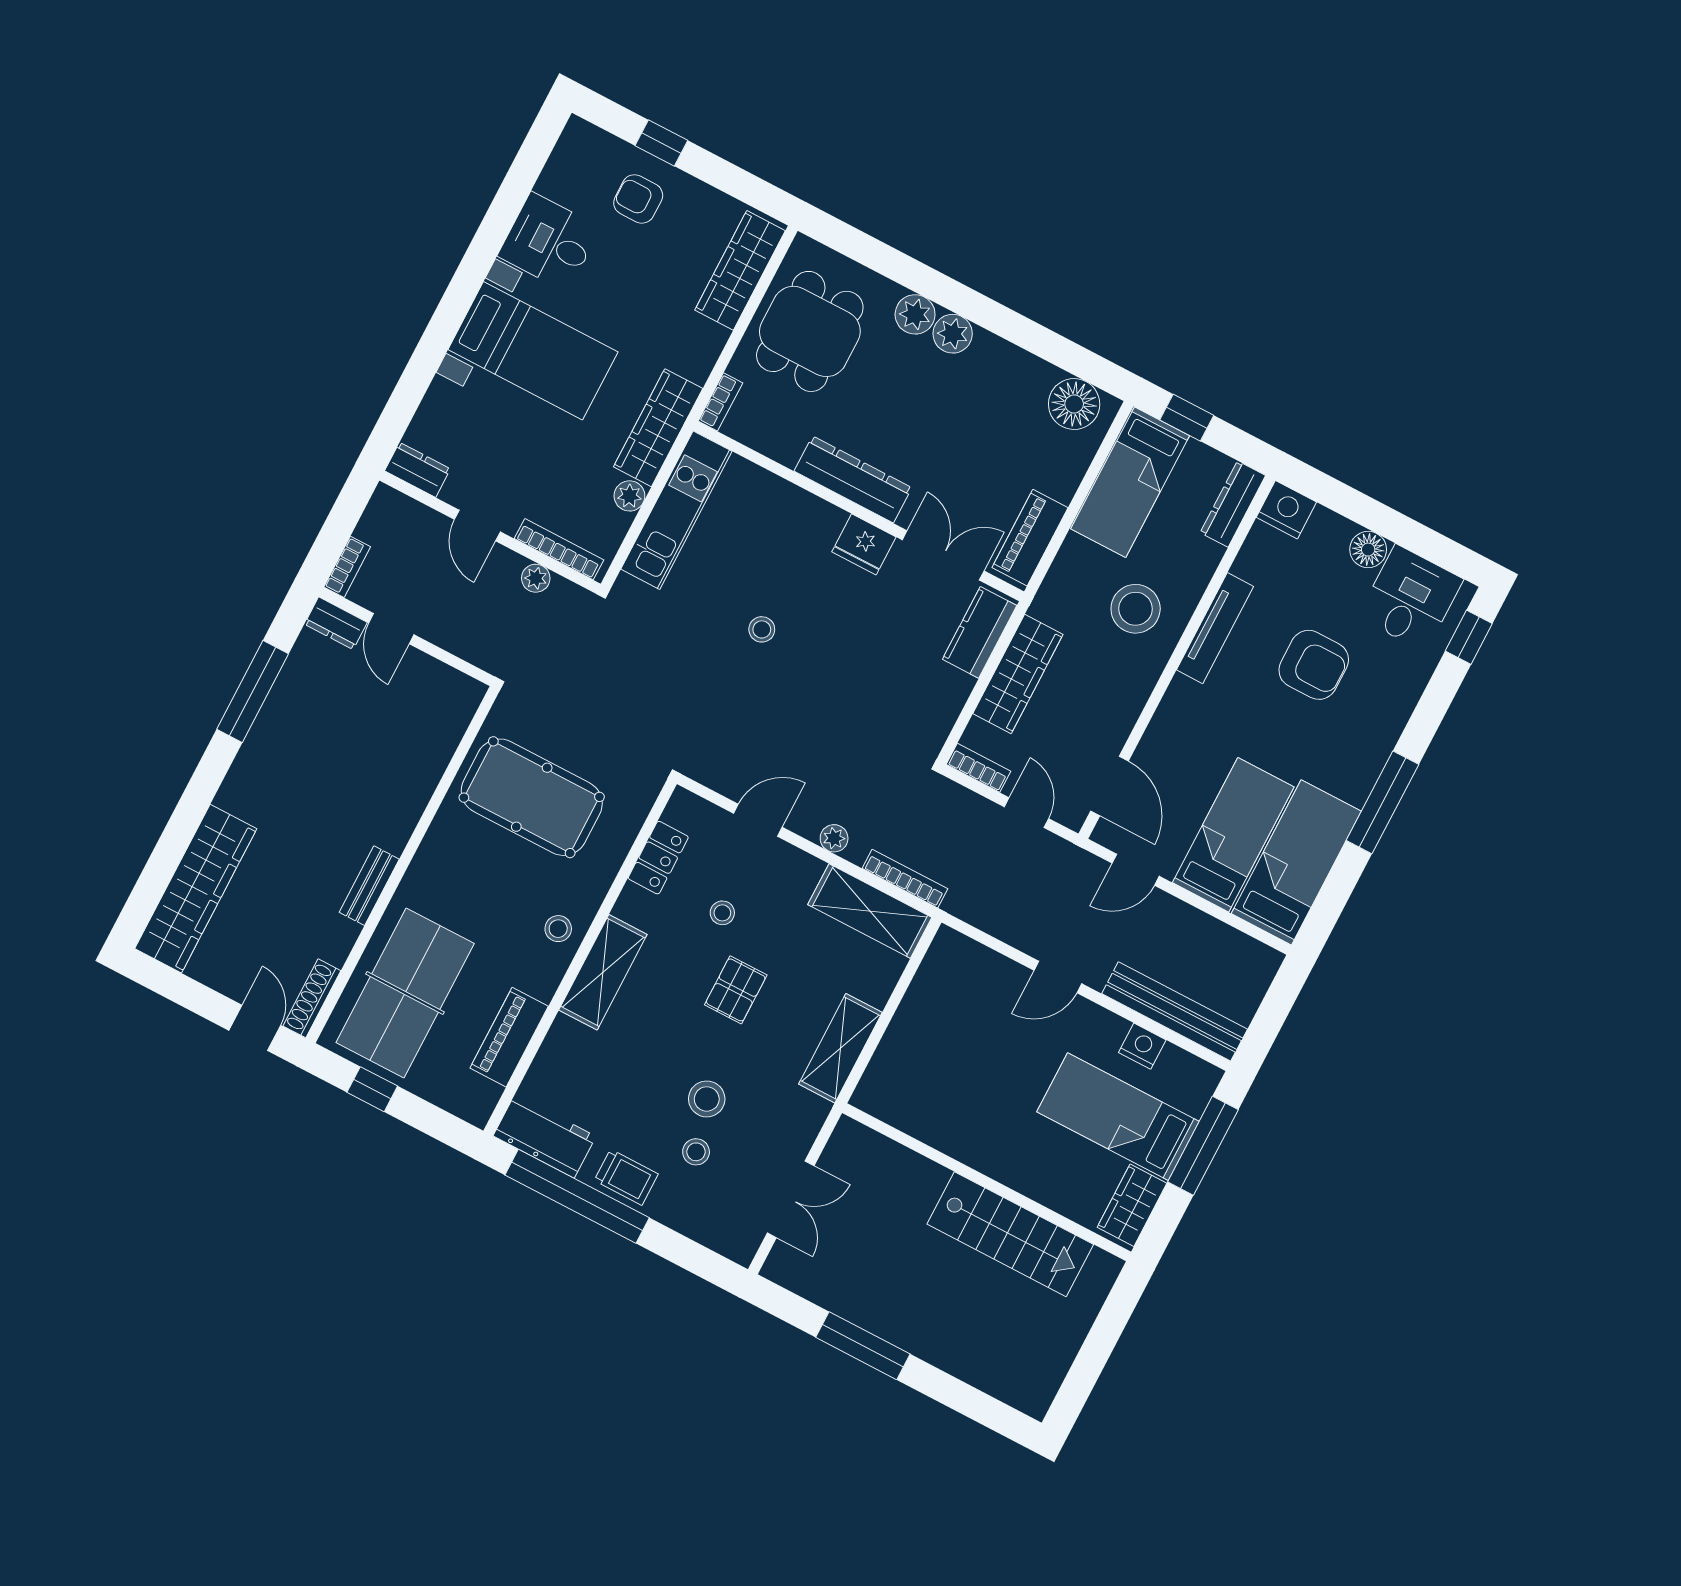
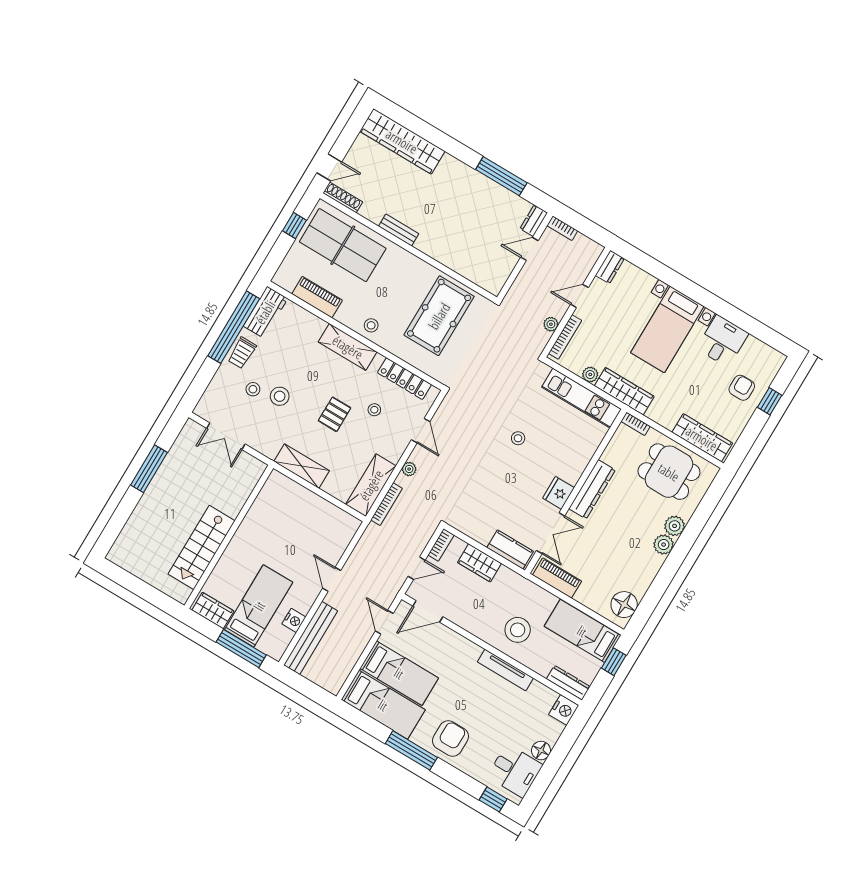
armchair: (1314, 665) -> (450, 739), moved, turned 180
wardrobe: (1018, 674) -> (479, 563), width x0.67
locker: (658, 858) -> (404, 379), width x1.53
pallet: (736, 990) -> (335, 414), turned 90

